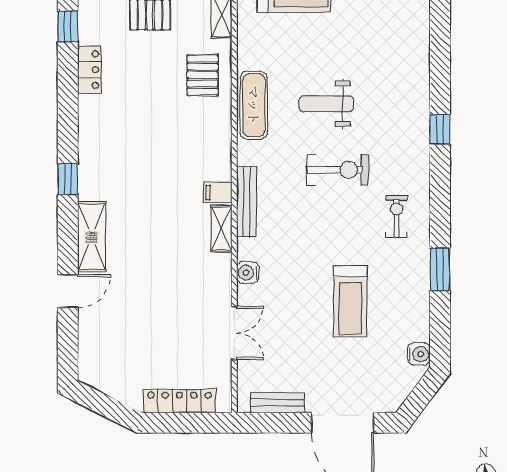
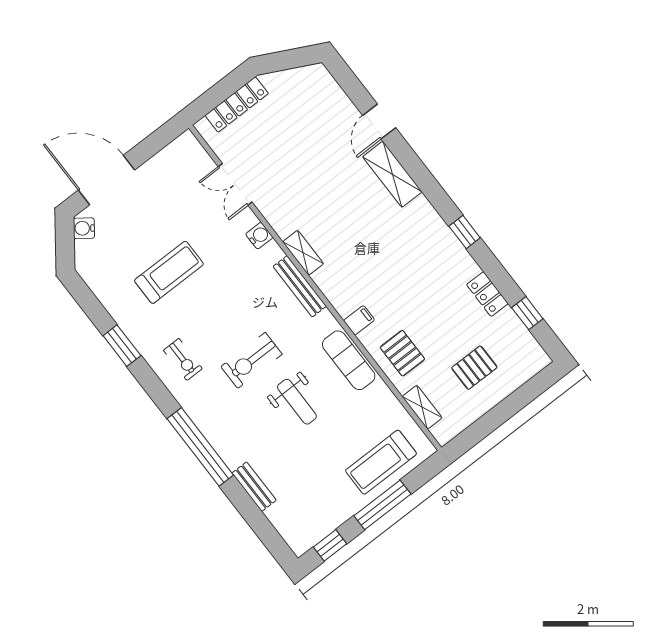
weight bench: (326, 104) -> (297, 402), turned 90
window: (440, 129) -> (200, 447), width x3.17
window: (68, 179) -> (465, 232), moved
filing cabinet: (218, 193) -> (359, 320), moved
treadmill: (350, 301) -> (169, 272), turned 90
water cooler: (419, 354) -> (84, 228), moved, turned 37
bench: (278, 403) -> (254, 487), moved, turned 90

